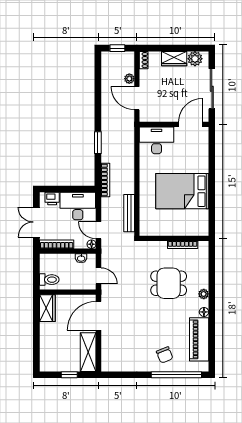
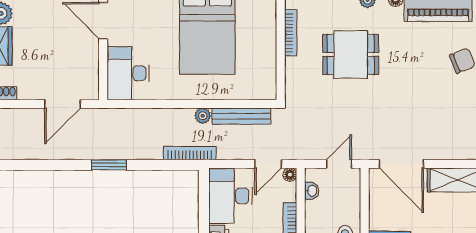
plant: (129, 79) -> (203, 116), moved
window: (98, 143) -> (109, 165), moved
dining table: (169, 283) -> (351, 54), turned 90

